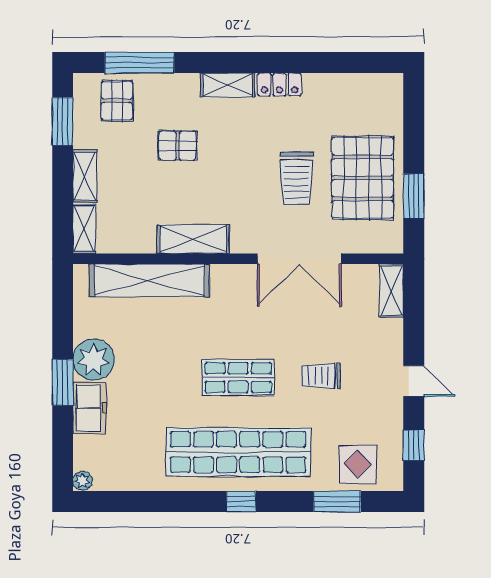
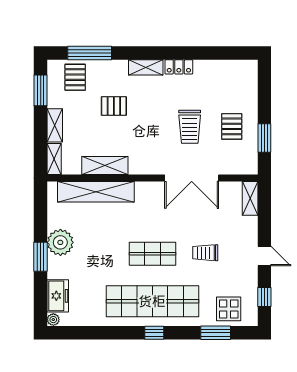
pallet: (362, 178) -> (232, 126), width x0.49, depth x0.50
shelving: (193, 239) -> (105, 166), moved
freezer: (90, 408) -> (58, 296), moved

